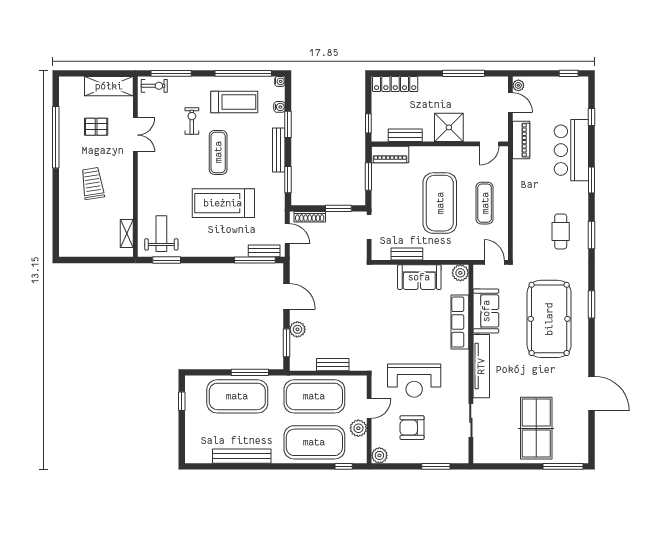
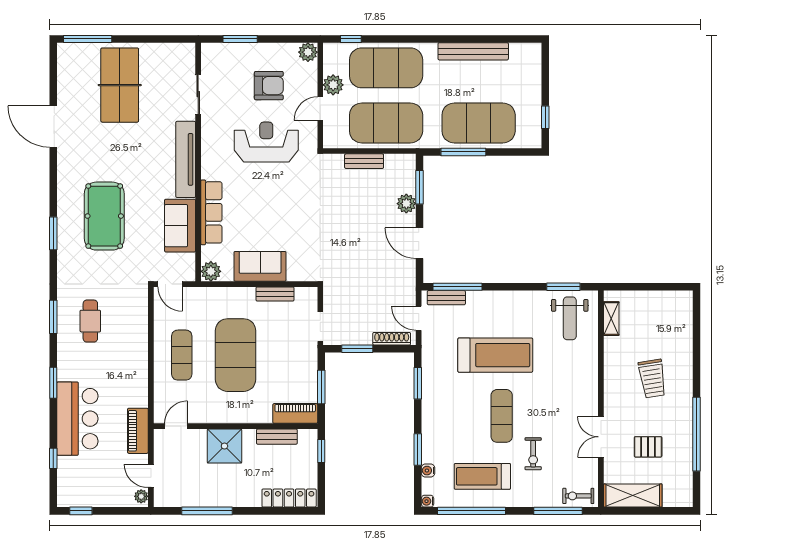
bench: (279, 150) -> (429, 419), removed
pool table: (549, 319) -> (104, 216), width x0.73, depth x0.76

